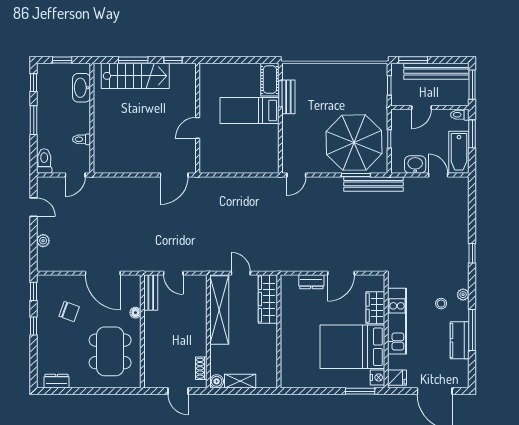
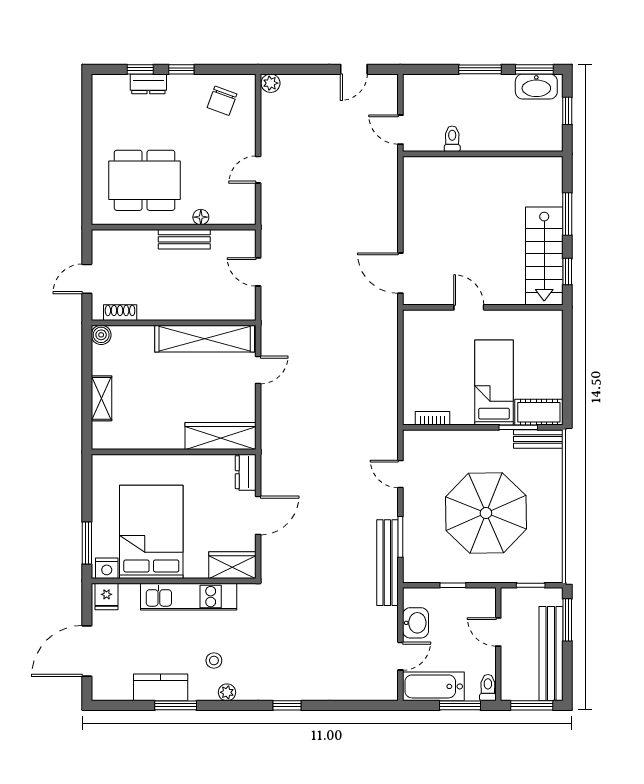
stairs: (135, 76) -> (544, 256), moved
window: (34, 83) -> (534, 69), width x1.50
washbasin: (82, 88) -> (536, 86), moved, turned 180
bench: (288, 97) -> (538, 439), moved
parasol: (354, 143) -> (486, 513), moved
bookcase: (274, 153) -> (433, 418), added
toilet: (44, 161) -> (421, 85), removed
door: (296, 175) -> (400, 474), moved
plant: (43, 241) -> (271, 83), moved
door: (103, 273) -> (258, 170), width x0.53
door: (173, 273) -> (258, 272), hinge flipped
door: (341, 273) -> (258, 515), swing flipped
window: (34, 291) -> (140, 69), moved
bench: (151, 293) -> (184, 239), moved
wardrobe: (268, 299) -> (221, 436), moved
wardrobe: (375, 308) -> (232, 565), moved
chair: (69, 311) -> (222, 101), moved
window: (472, 330) -> (176, 705), width x0.69
wall: (279, 331) -> (174, 452), moved
dresser: (57, 381) -> (148, 84), moved, turned 90
shelving: (240, 381) -> (101, 398), moved

